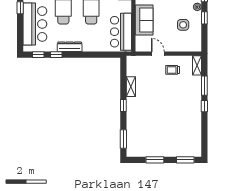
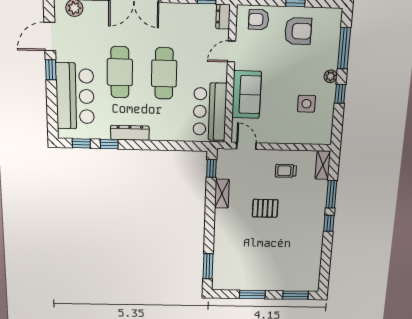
door: (158, 54) -> (246, 146), moved
pallet: (160, 96) -> (265, 208), added
window: (123, 106) -> (211, 168), moved

